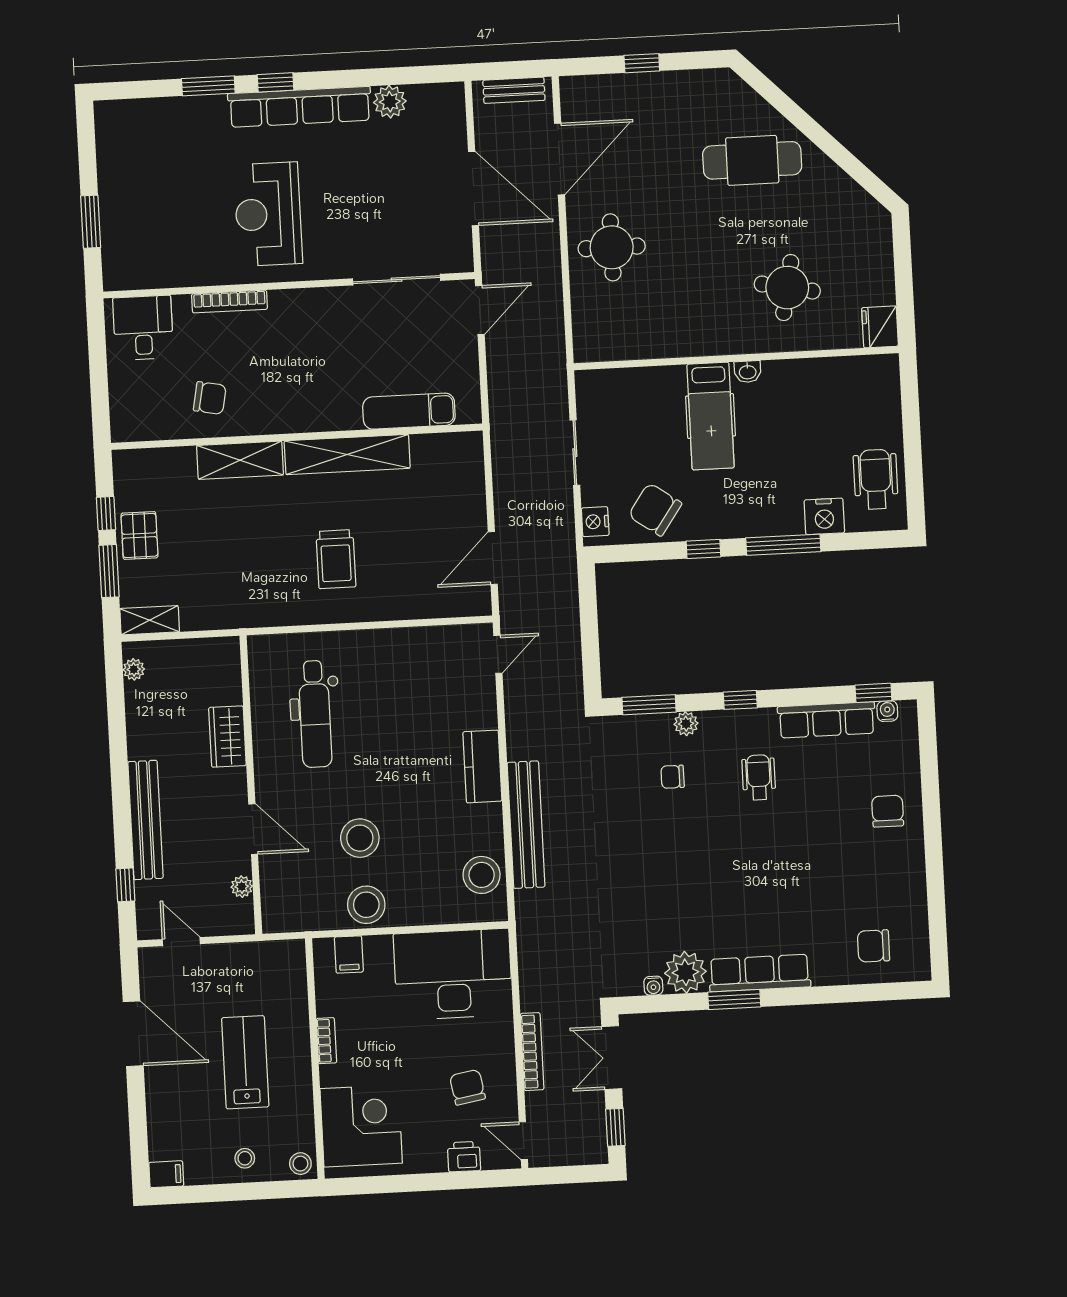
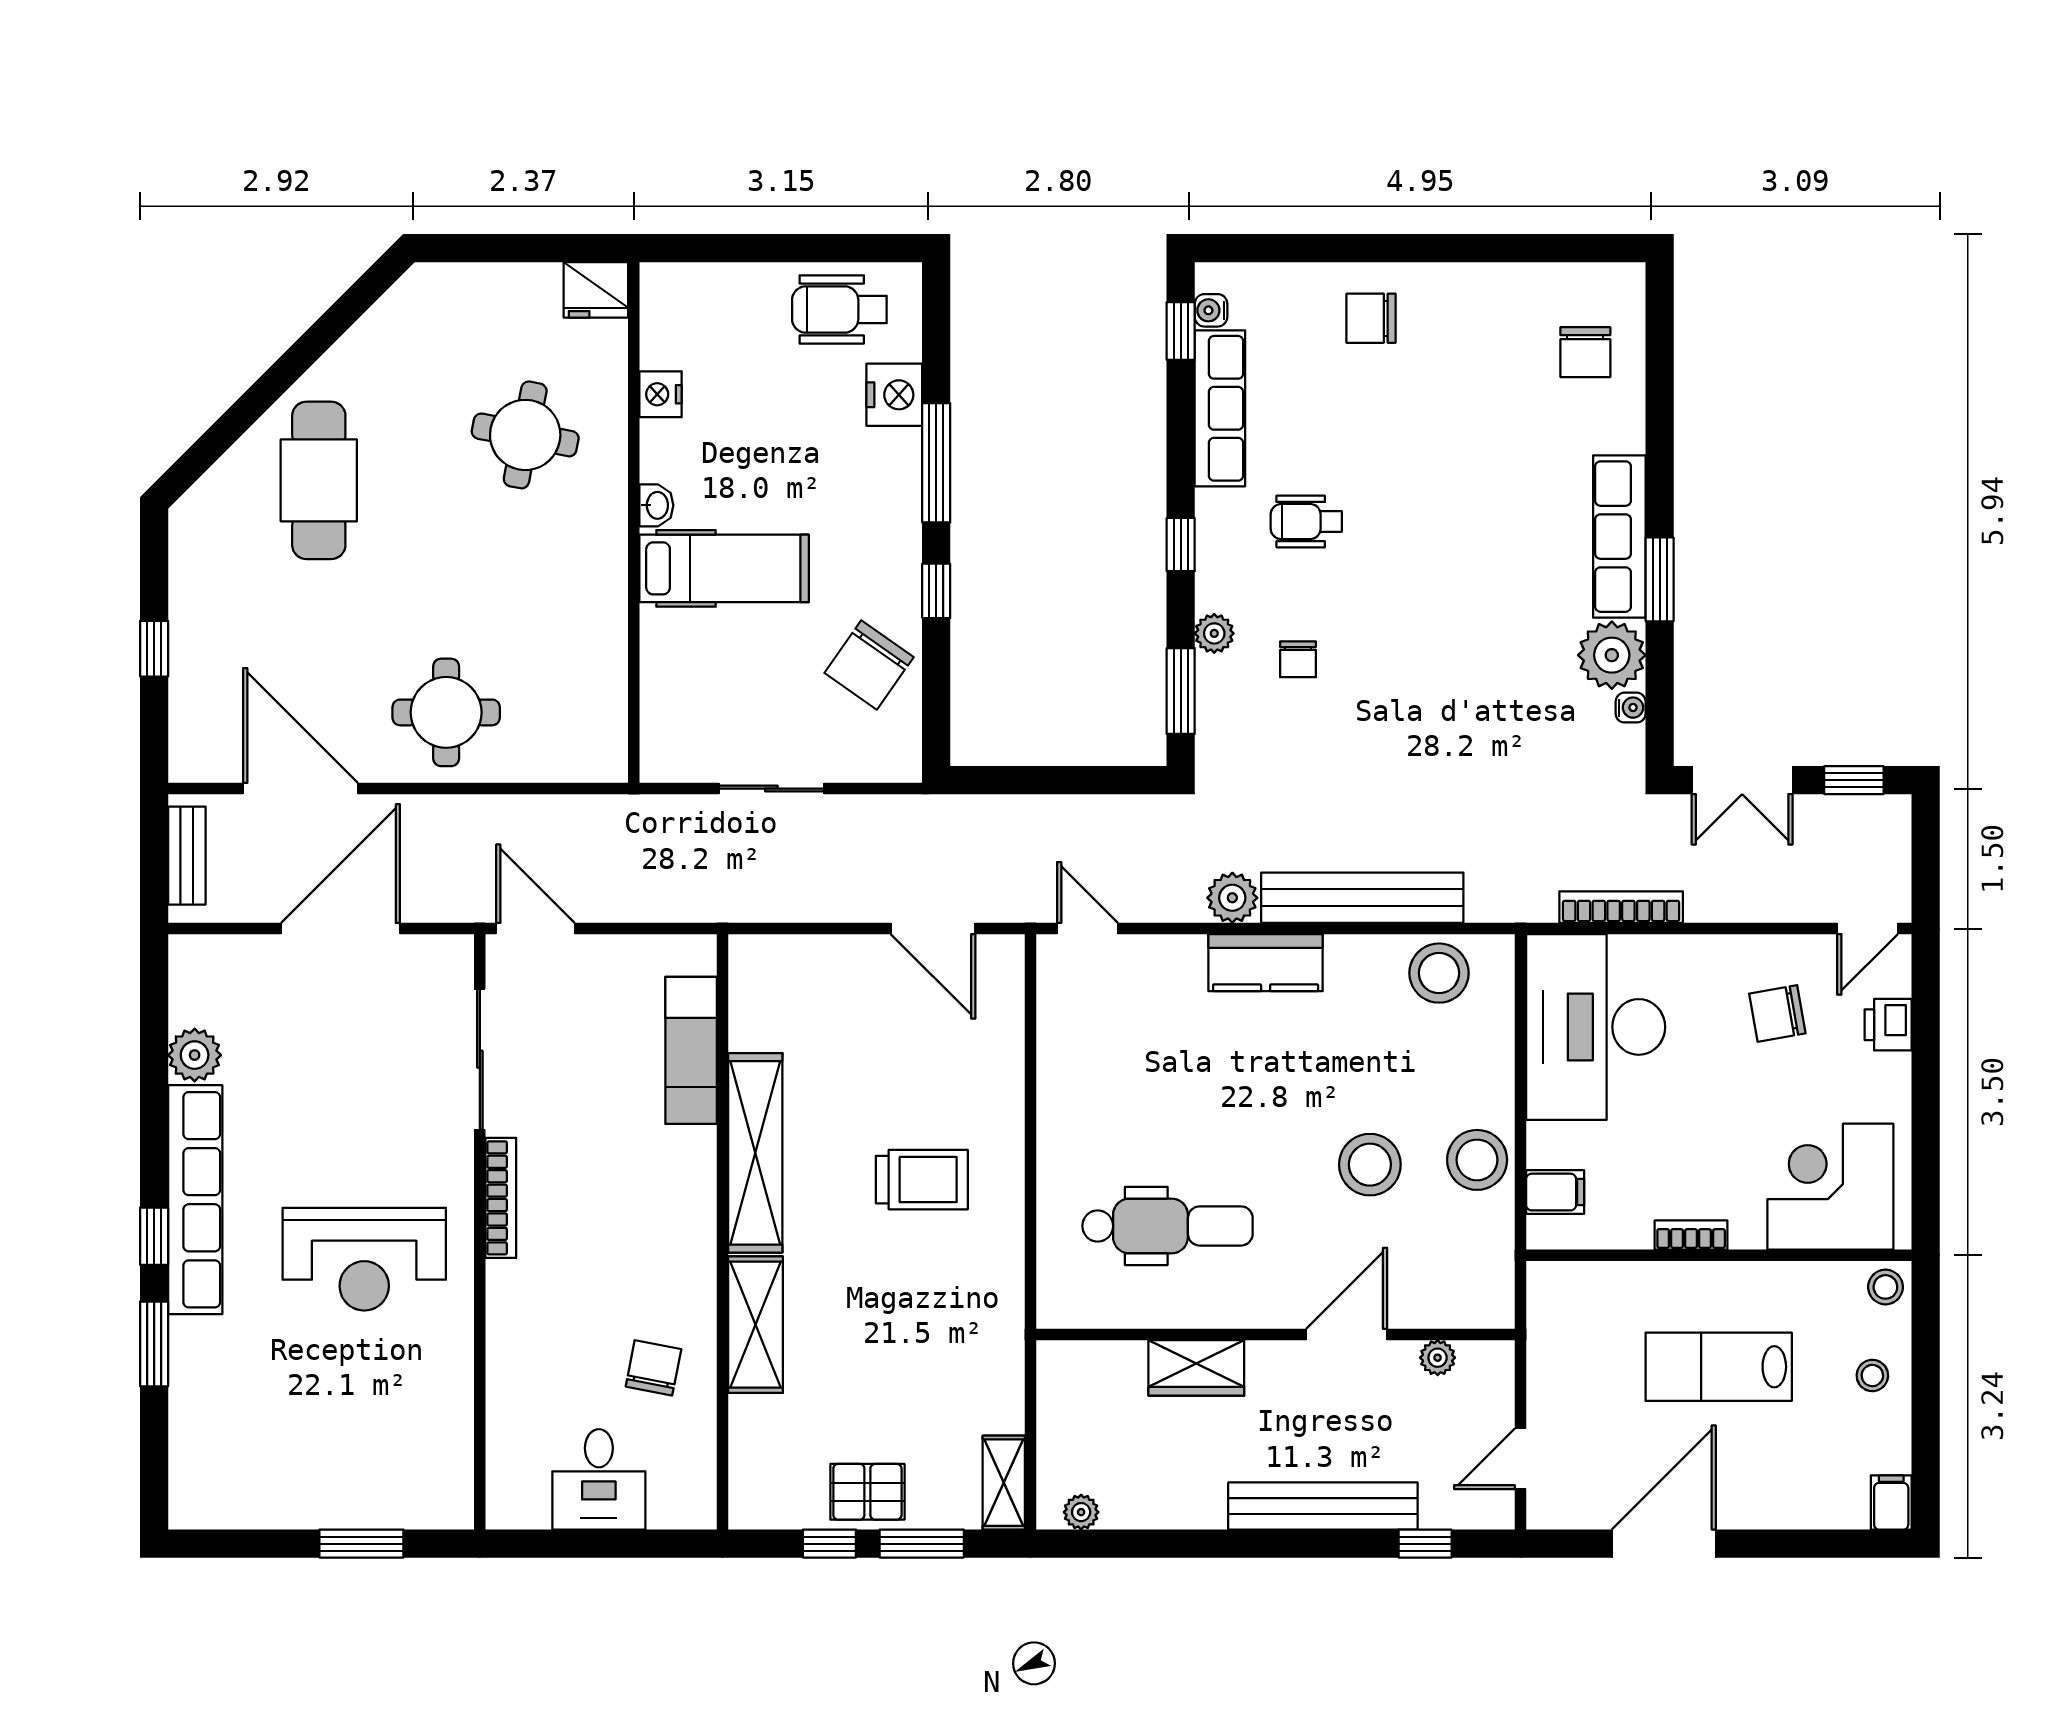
bookcase: (230, 302) -> (501, 1198), moved
desk: (143, 328) -> (599, 1479), moved, turned -90
nightstand: (595, 522) -> (661, 394), moved, turned 90
plant: (522, 744) -> (1232, 898), added
bookcase: (532, 1052) -> (1621, 907), moved

